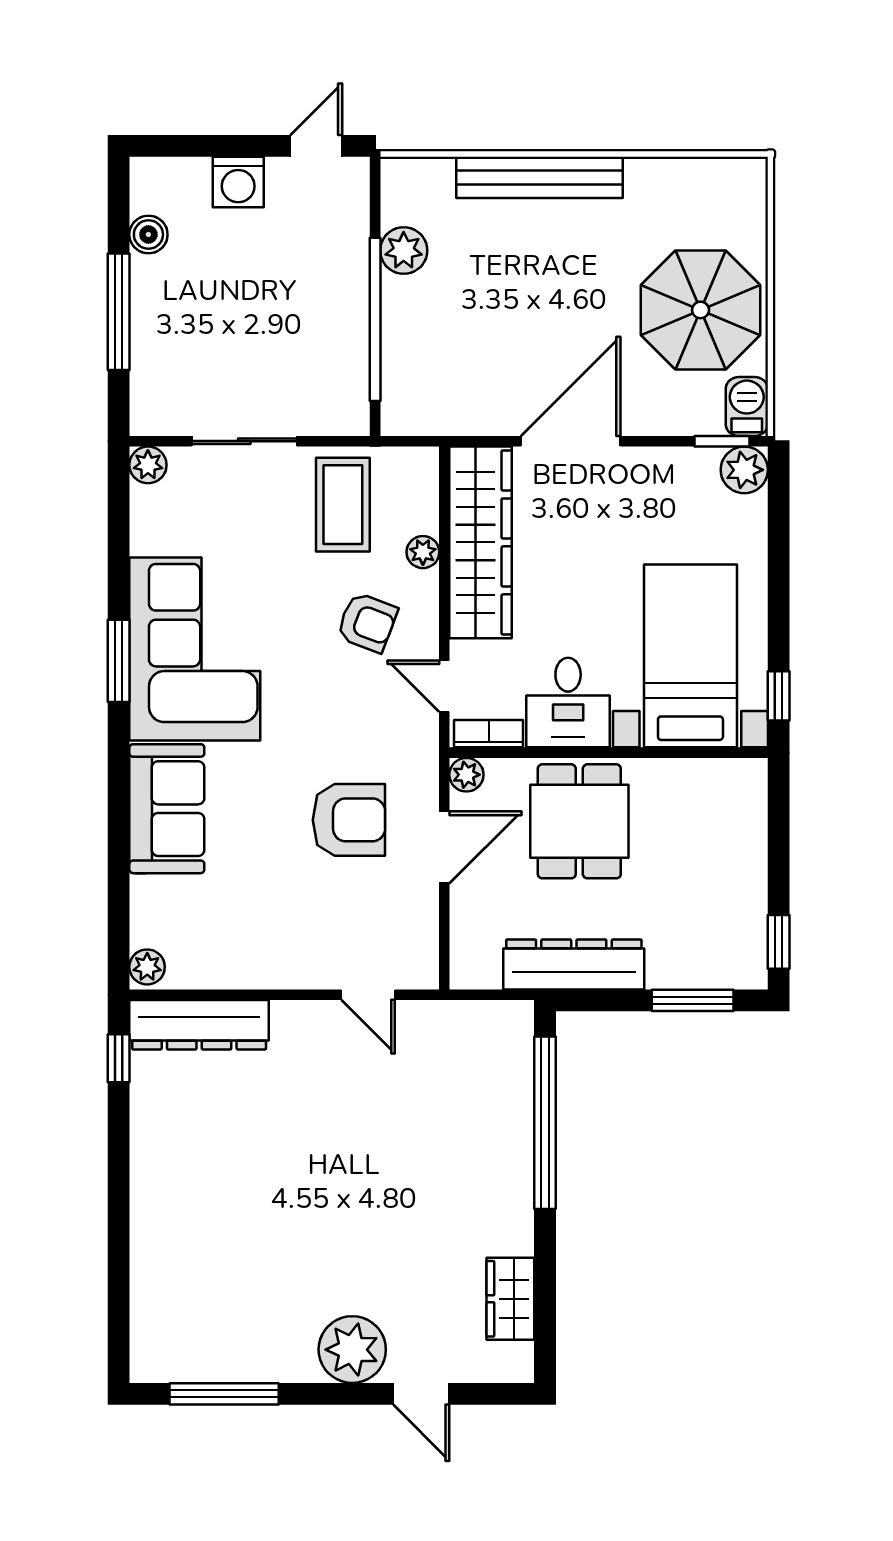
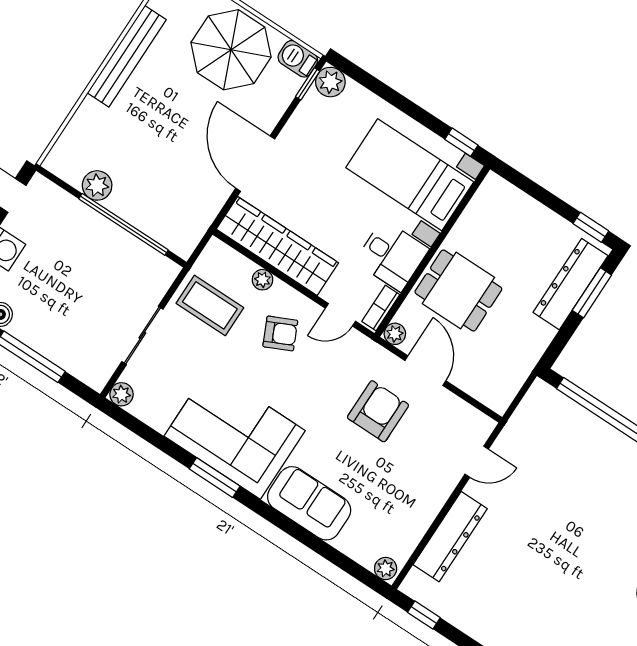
bench: (540, 177) -> (127, 56), moved
armchair: (367, 622) -> (280, 333), turned 44
dresser: (574, 964) -> (571, 284), moved
dresser: (199, 1025) -> (450, 537), moved

